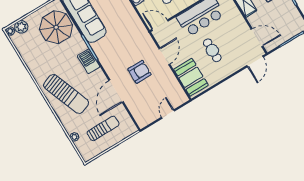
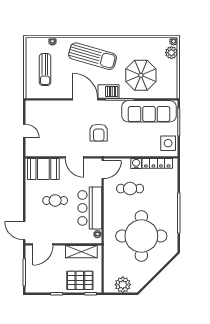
parasol: (56, 27) -> (141, 75), moved
armchair: (139, 72) -> (99, 133), moved
door: (116, 91) -> (85, 99), moved
sun lounger: (66, 94) -> (93, 56), turned -143

